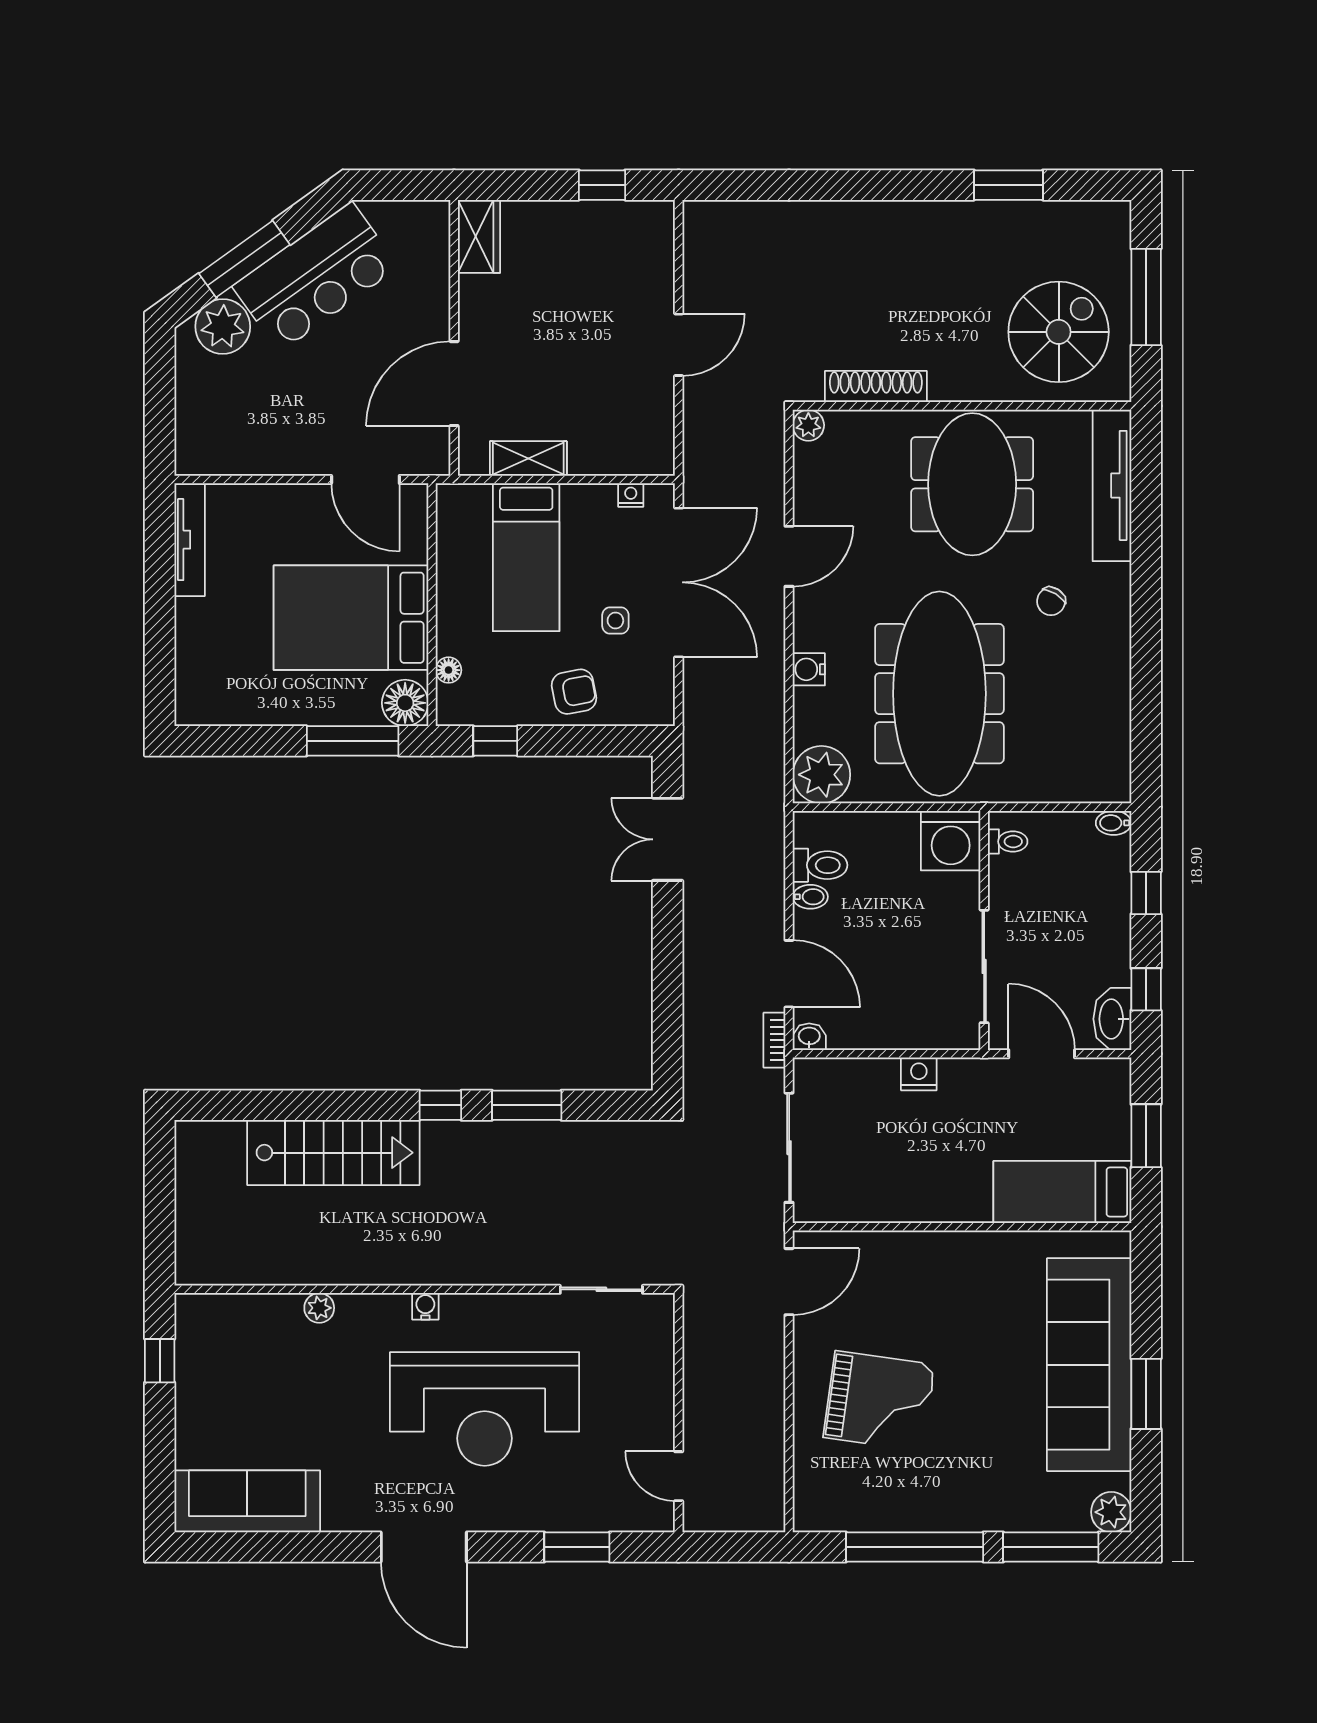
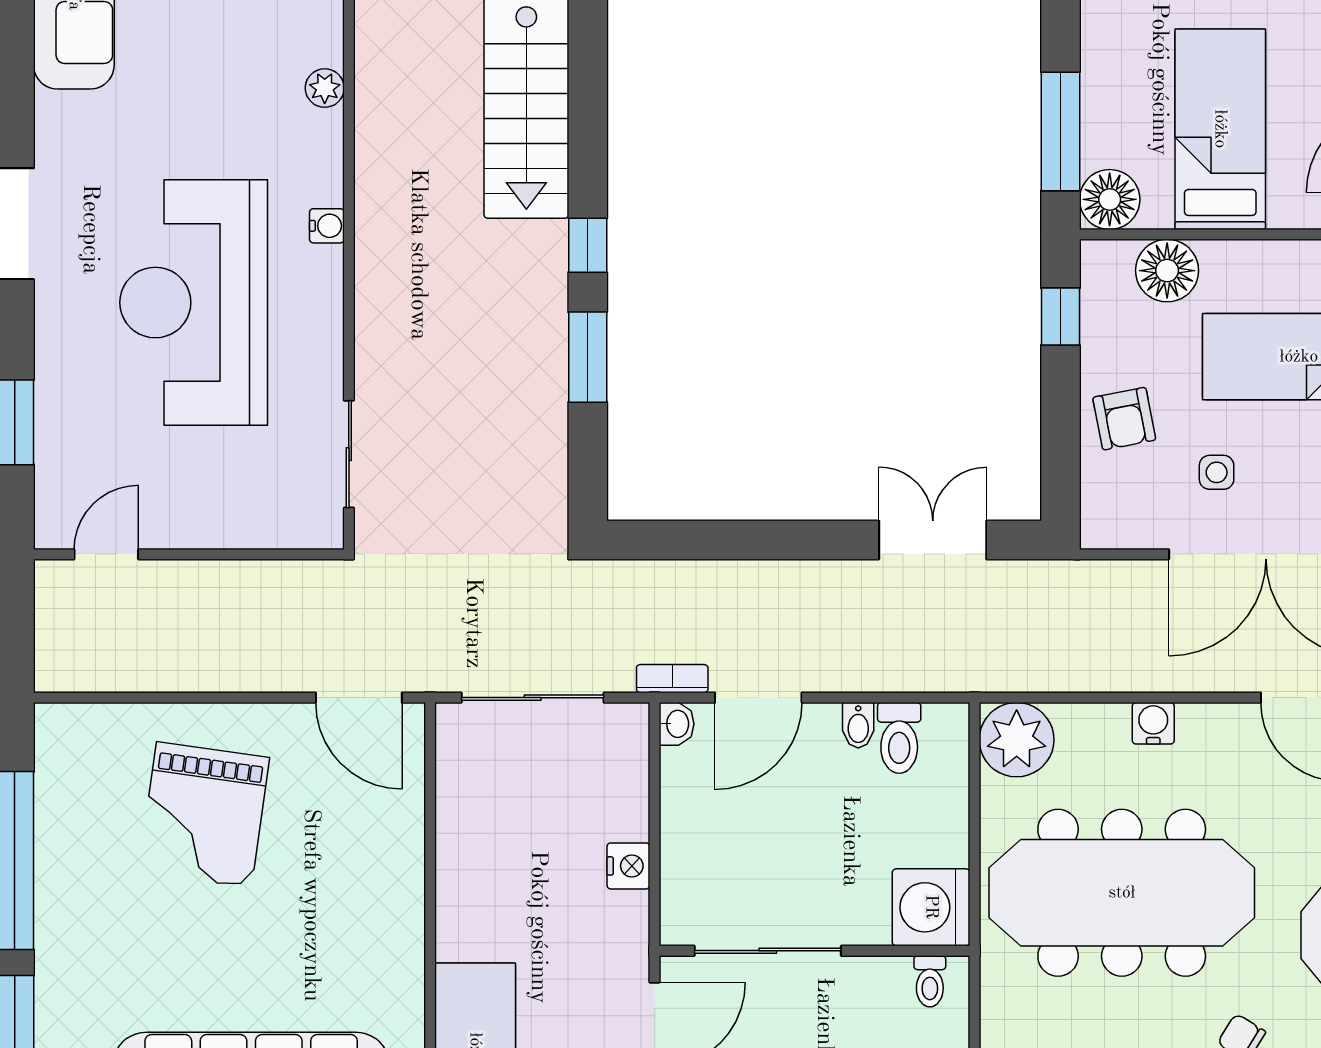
bed: (351, 618) -> (1220, 129), width x0.67
floor lamp: (449, 670) -> (1167, 271), width x1.89, depth x1.89

